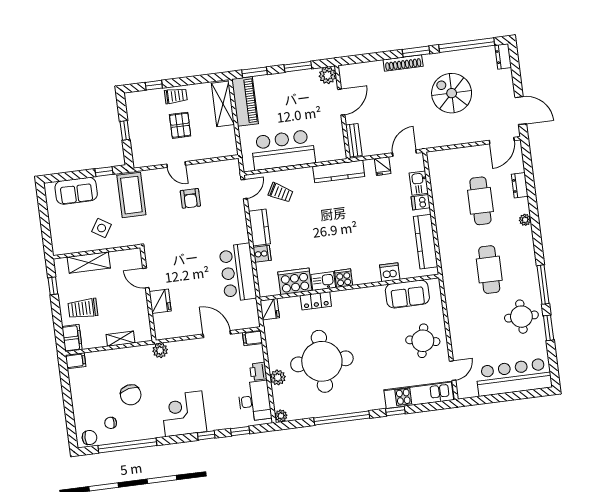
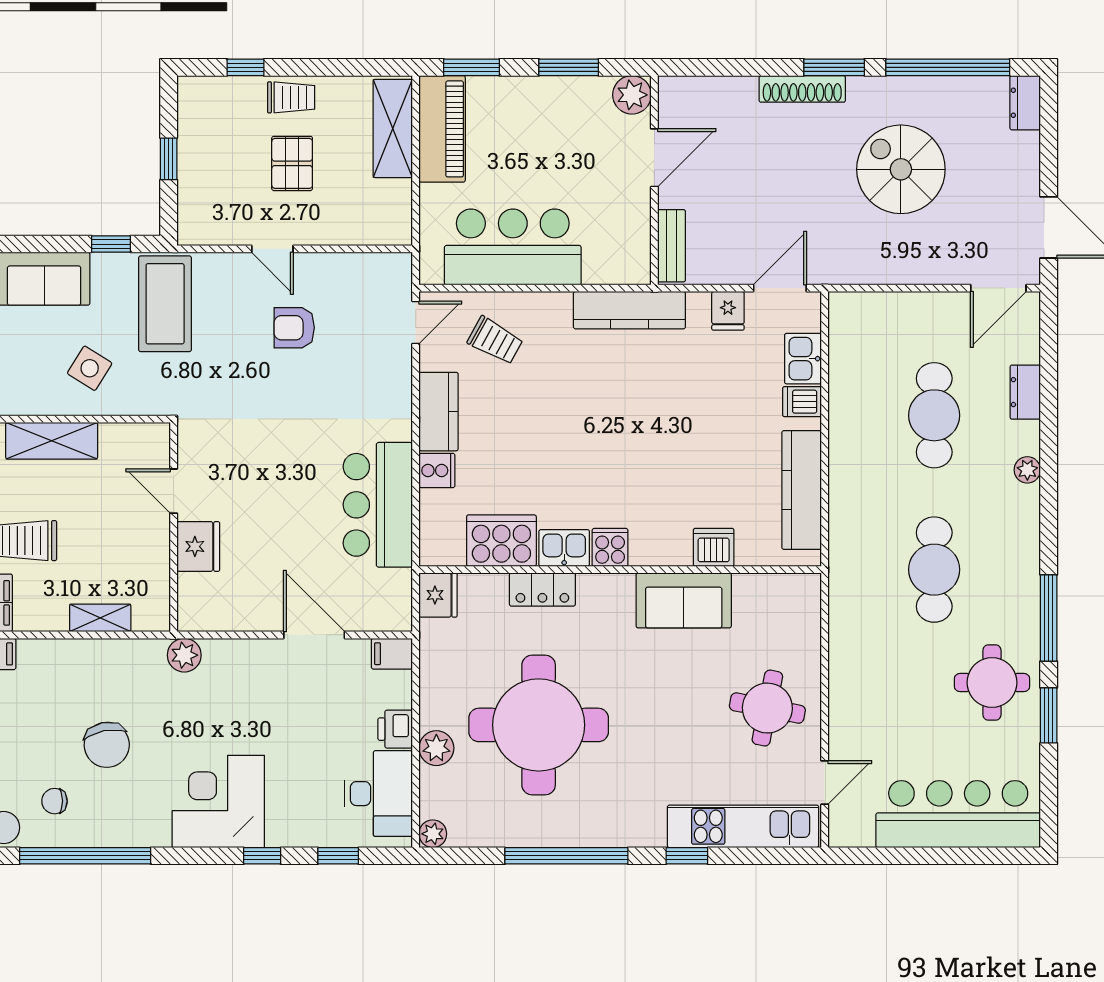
armchair: (190, 198) -> (294, 328), turned 90
sofa: (407, 294) -> (684, 600), moved

